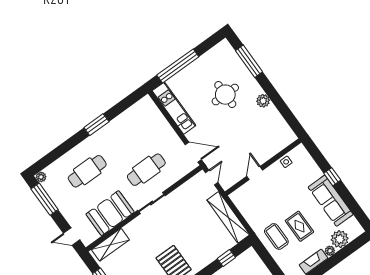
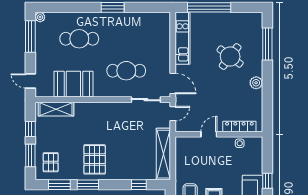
round table: (225, 95) -> (230, 57), turned 37
locker: (276, 148) -> (239, 127), added
sliding door: (152, 203) -> (146, 100), moved

